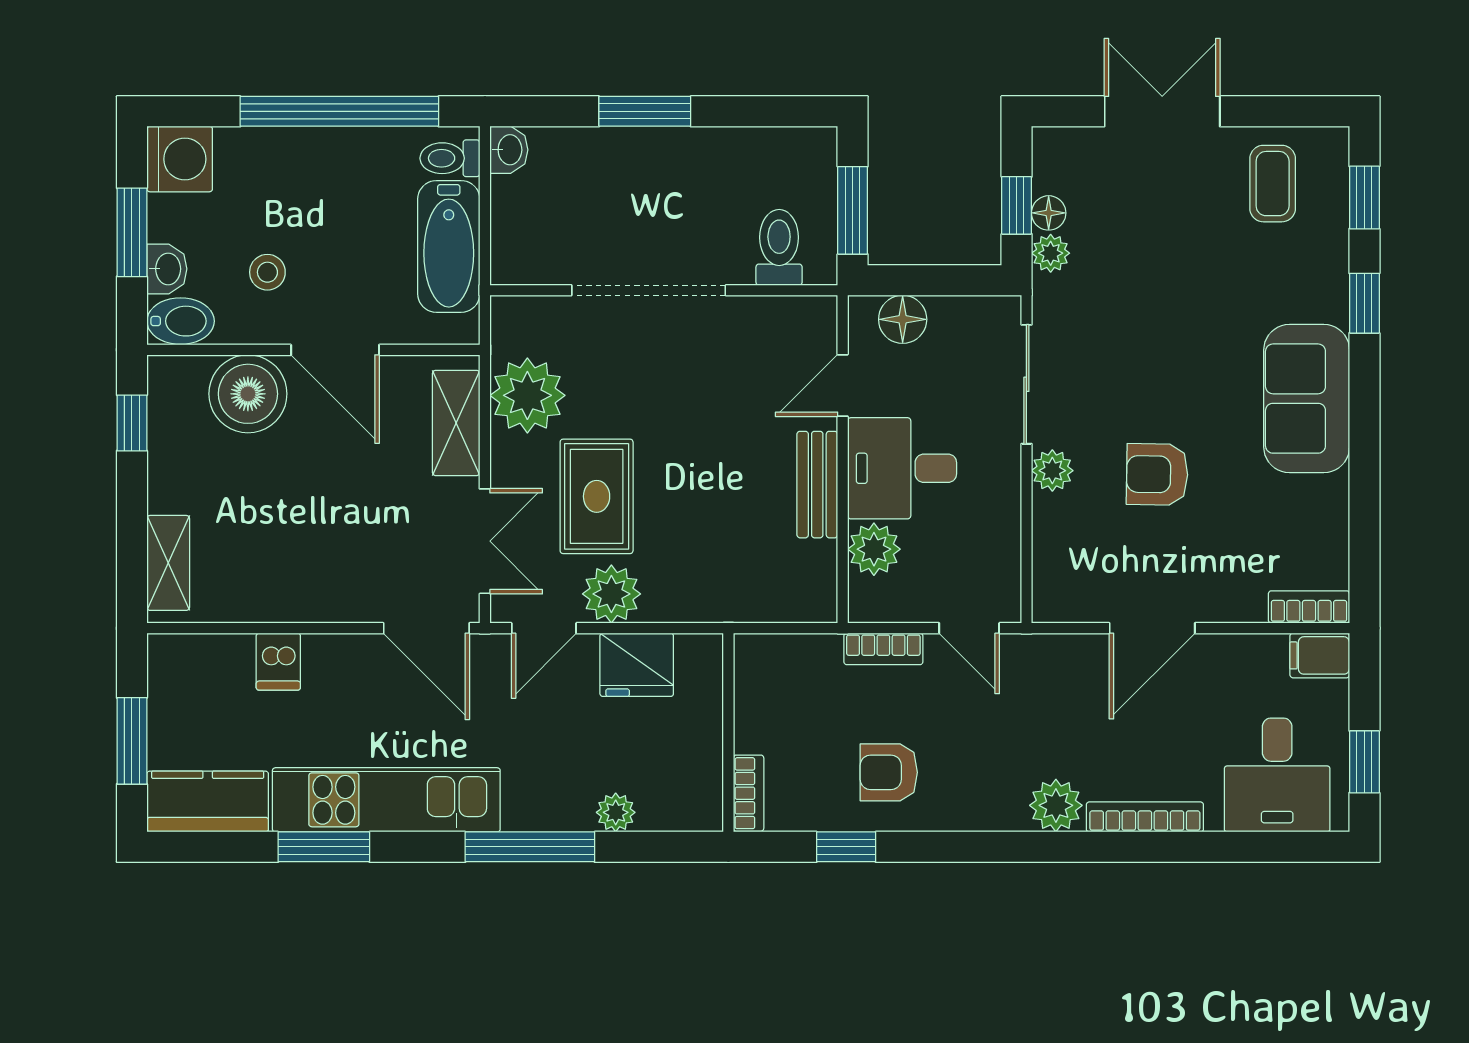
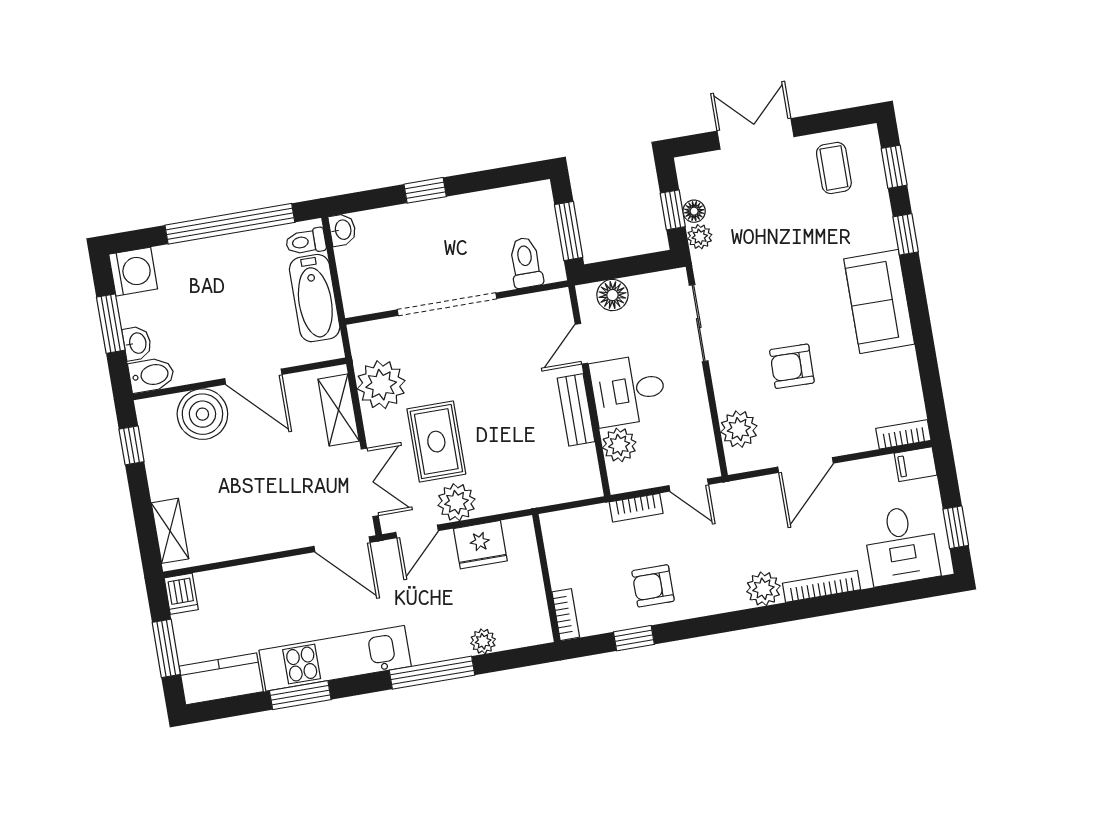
window: (645, 111) -> (425, 190), width x0.67
stool: (267, 272) -> (202, 334), removed
plant: (1052, 471) -> (739, 429), moved, width x1.38, depth x1.38
dishwasher: (278, 662) -> (181, 594), moved

